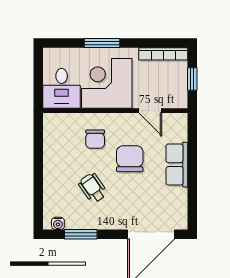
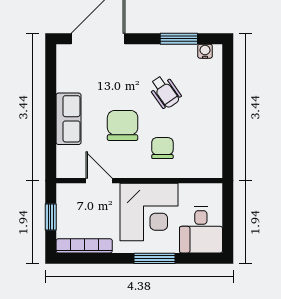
desk: (62, 88) -> (201, 230), moved, turned 180
chair: (130, 159) -> (123, 125), turned 180

